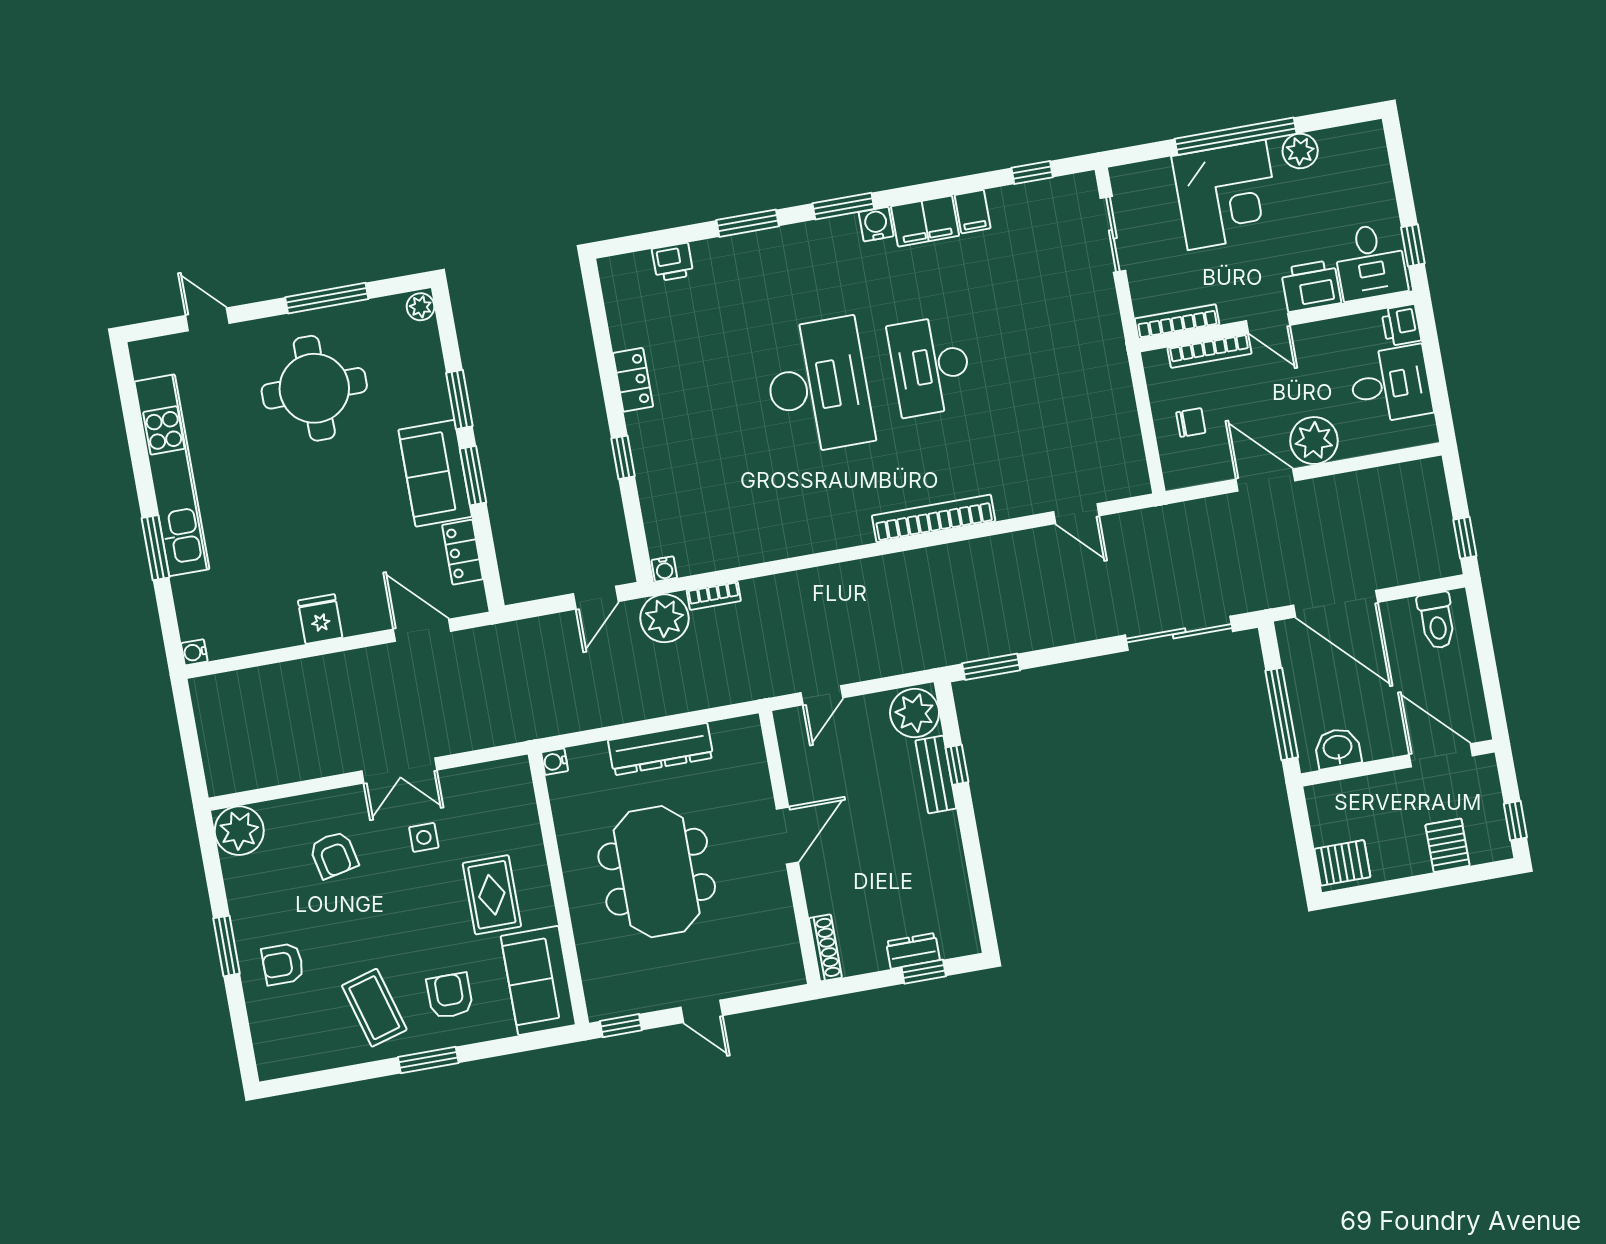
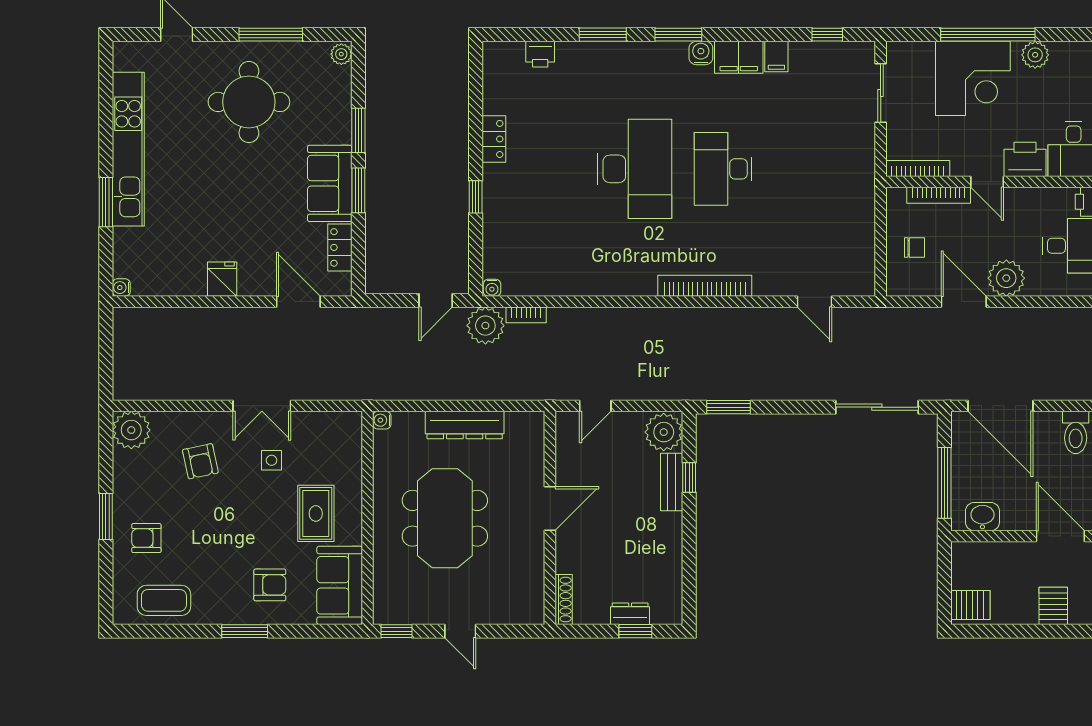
armchair: (450, 996) -> (270, 585), turned 90
coffee table: (374, 1008) -> (164, 600), moved, turned -74

